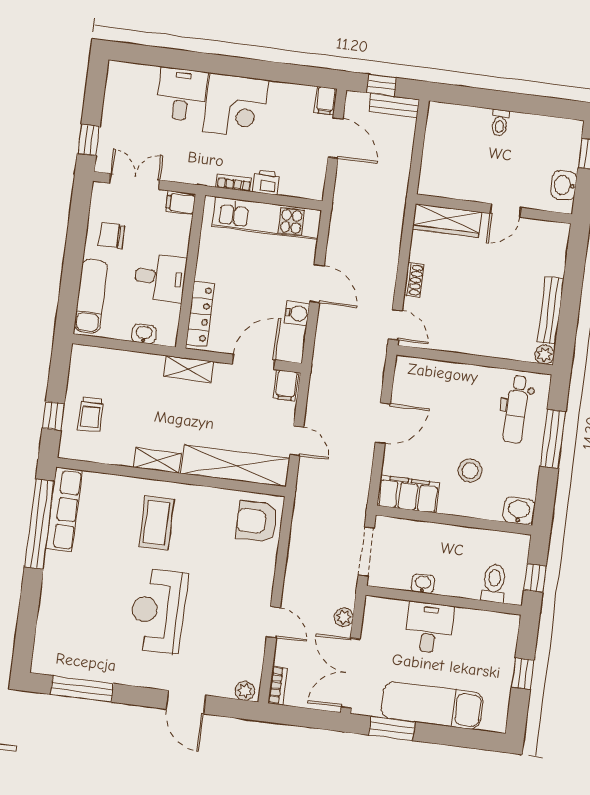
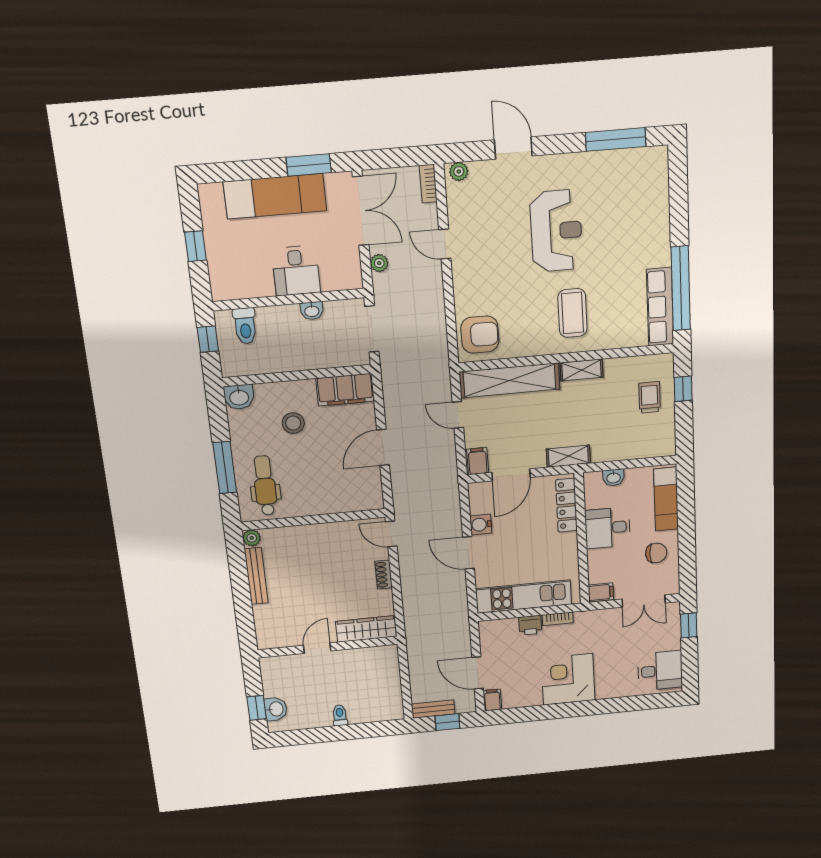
desk: (182, 95) -> (660, 671), moved, turned -90
washbasin: (564, 185) -> (276, 709), moved

